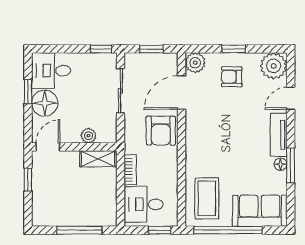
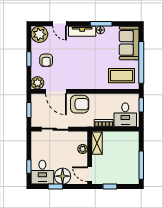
window: (101, 49) -> (29, 167), moved
window: (79, 230) -> (141, 165), moved

